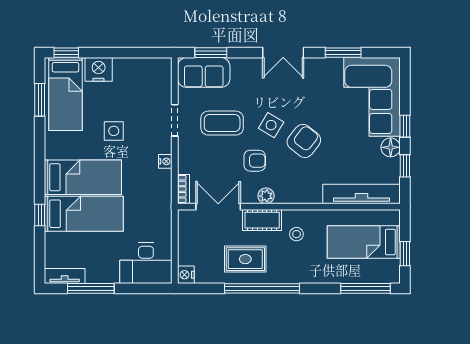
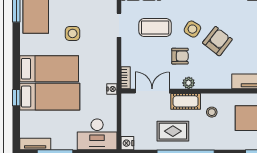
nightstand: (165, 161) -> (112, 89), moved

